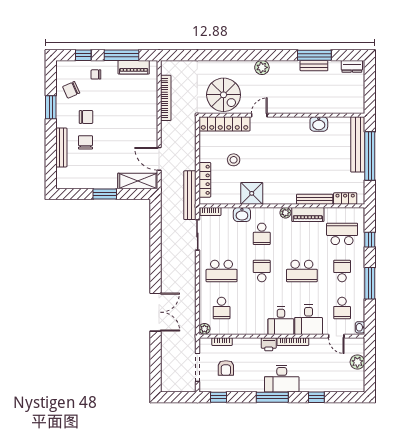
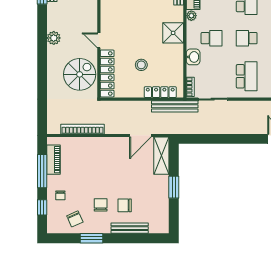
shower: (252, 193) -> (173, 33), moved

